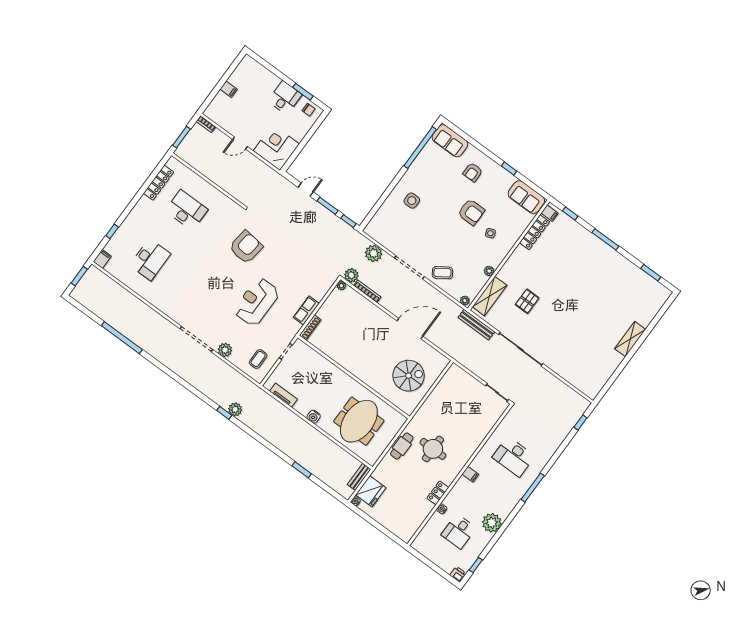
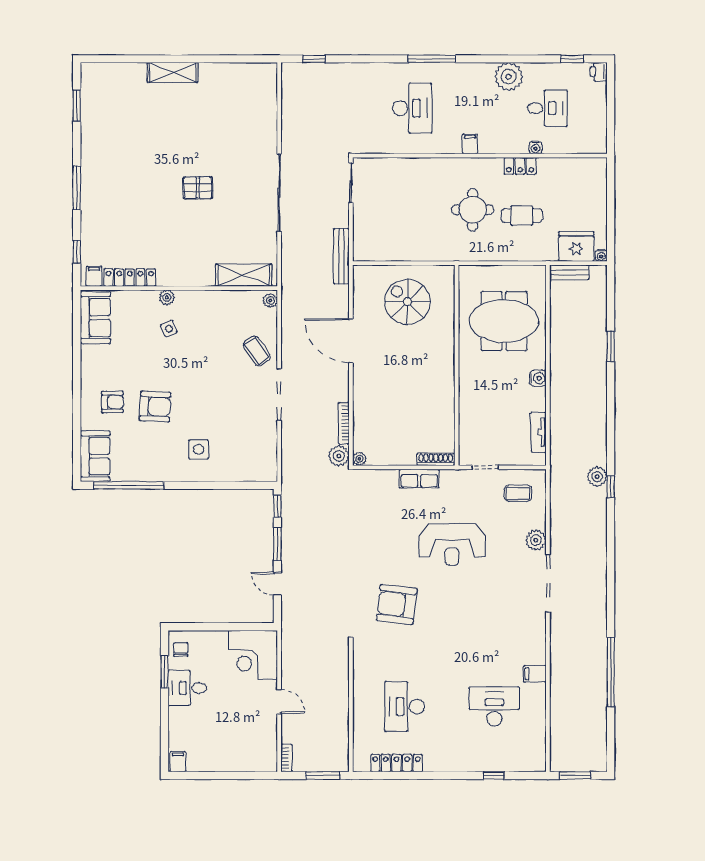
filing cabinet: (228, 89) -> (178, 762), moved
window: (509, 169) -> (77, 363), removed
armchair: (471, 212) -> (155, 407), moved, turned 93
plant: (374, 253) -> (294, 449), removed
filing cabinet: (102, 259) -> (535, 674), moved
plant: (489, 271) -> (167, 298), moved
pallet: (527, 301) -> (198, 188), moved
bench: (476, 325) -> (341, 256), moved
cafe table: (402, 446) -> (522, 216), moved

